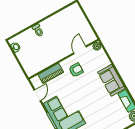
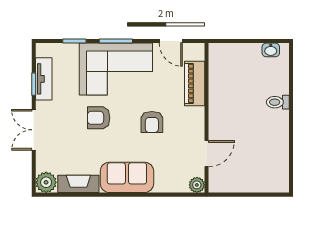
door: (80, 50) -> (207, 154), hinge flipped
armchair: (76, 70) -> (152, 122), moved
armchair: (91, 109) -> (99, 118), added

